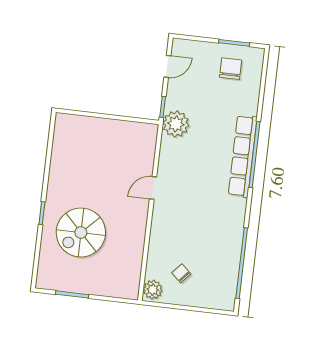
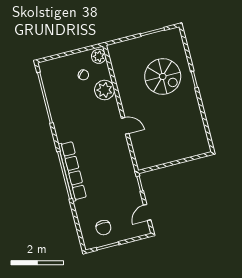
plant: (176, 124) -> (105, 90), moved
door: (153, 188) -> (125, 126), hinge flipped
spiral stairs: (81, 232) -> (163, 76), turned 90

